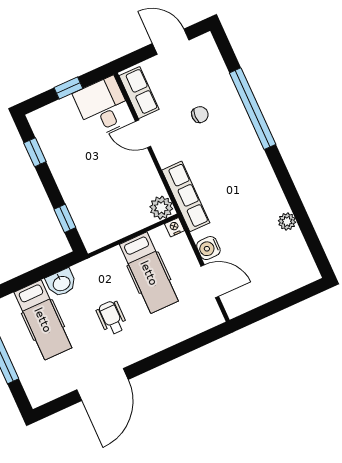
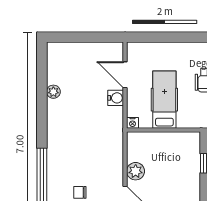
row of seats: (186, 196) -> (115, 141), removed
plant: (161, 208) -> (136, 171), moved

